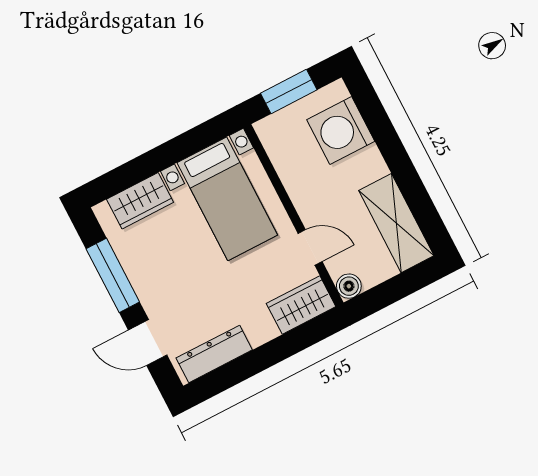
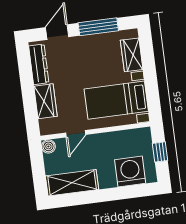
window: (289, 91) -> (160, 152), width x0.67
wardrobe: (301, 305) -> (45, 101), moved

